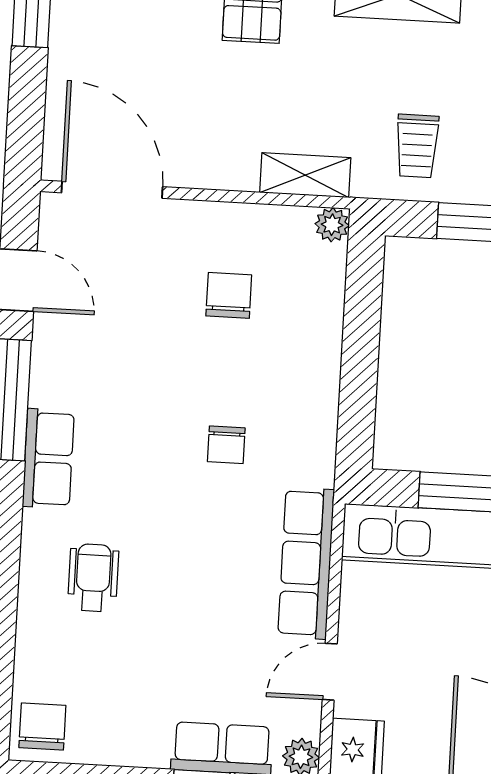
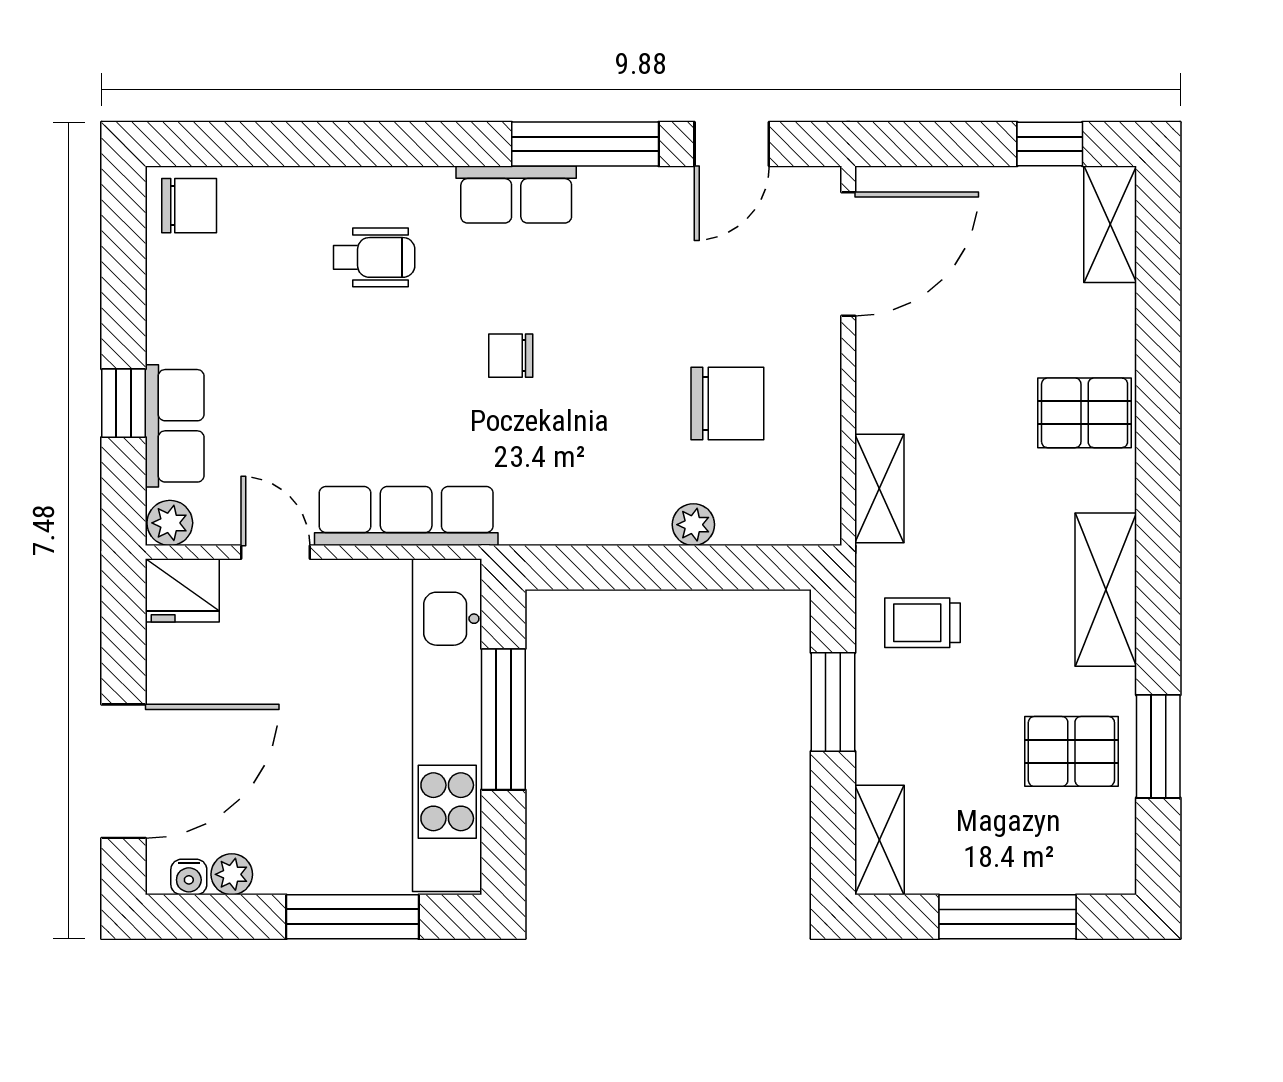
plant: (332, 225) -> (693, 525), moved
chair: (229, 295) -> (727, 404), width x1.37, depth x1.37
chair: (226, 445) -> (511, 356), moved

